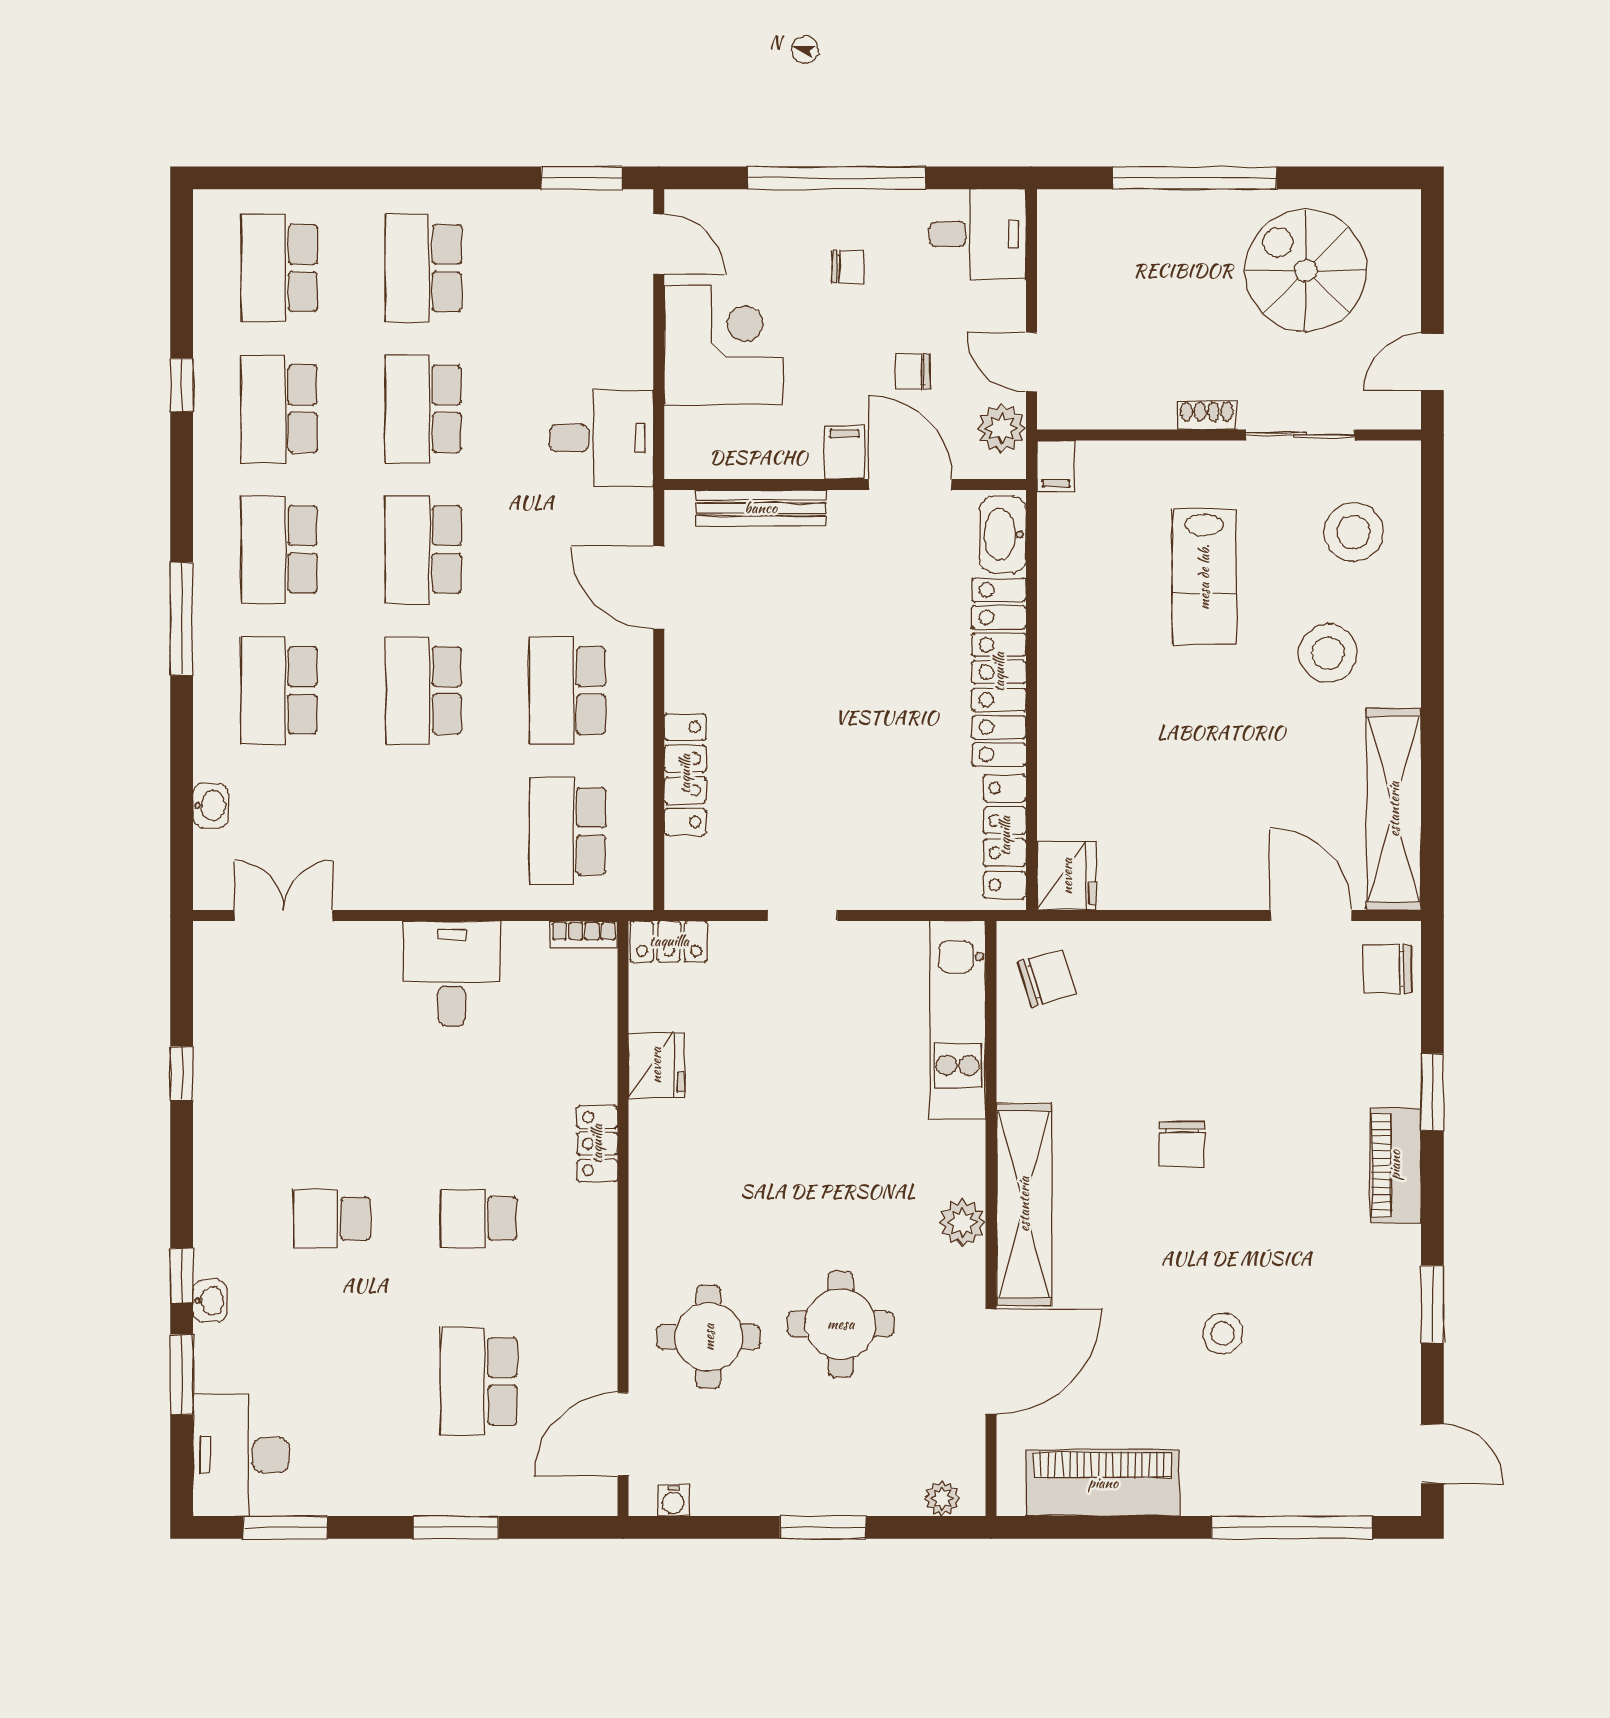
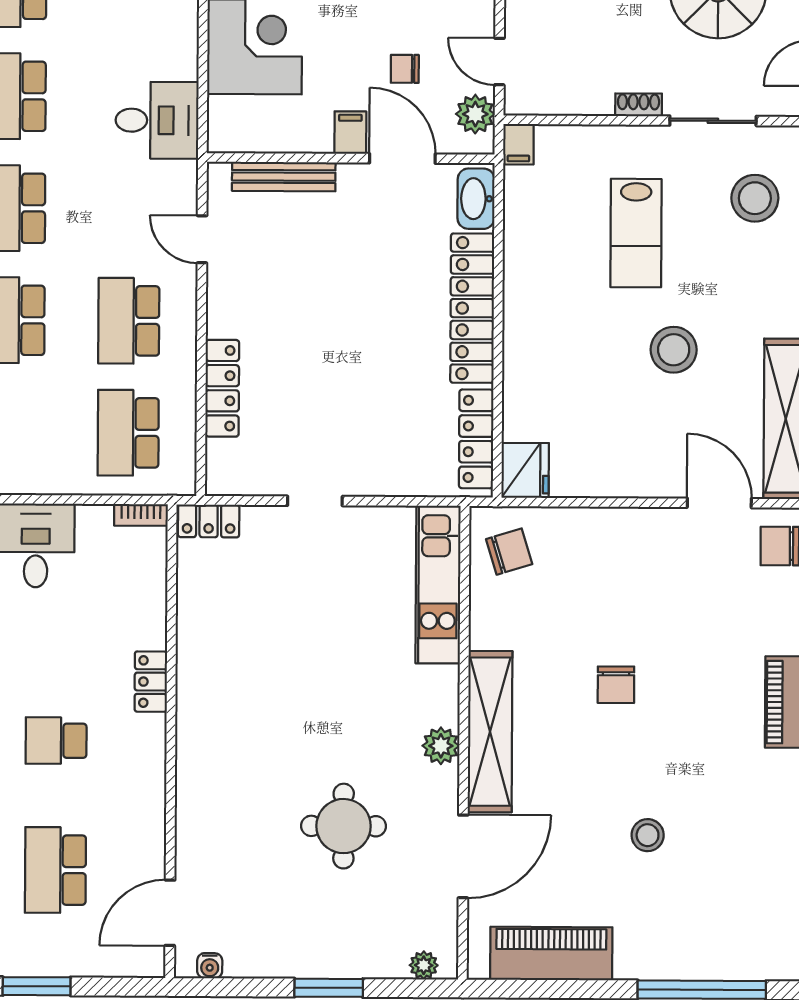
door: (659, 587) -> (202, 239), width x0.73
stool: (1328, 653) -> (674, 350), moved
fridge: (656, 1065) -> (198, 619), removed
round table: (709, 1337) -> (238, 836), removed

